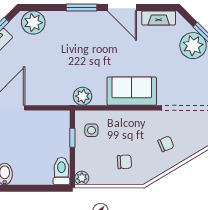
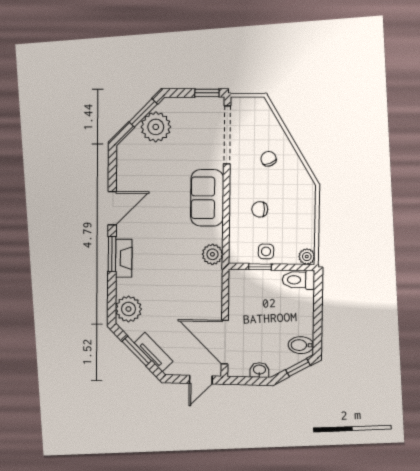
fireplace: (159, 18) -> (124, 258), moved
side table: (91, 130) -> (266, 251), moved
chair: (124, 162) -> (260, 209), moved, turned -87

